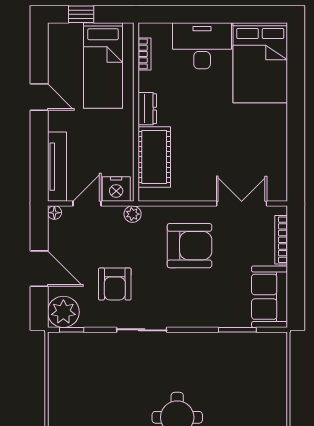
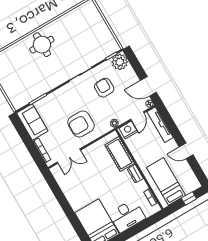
door: (39, 269) -> (148, 86), moved

